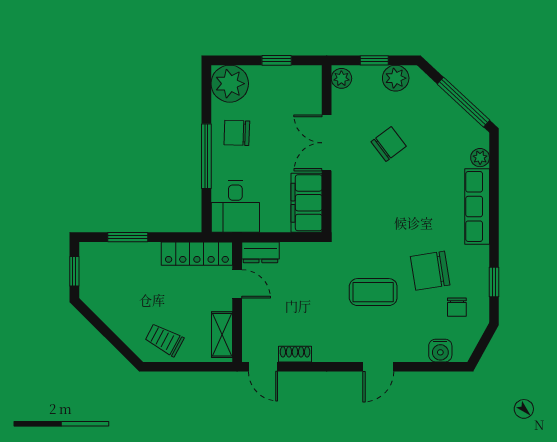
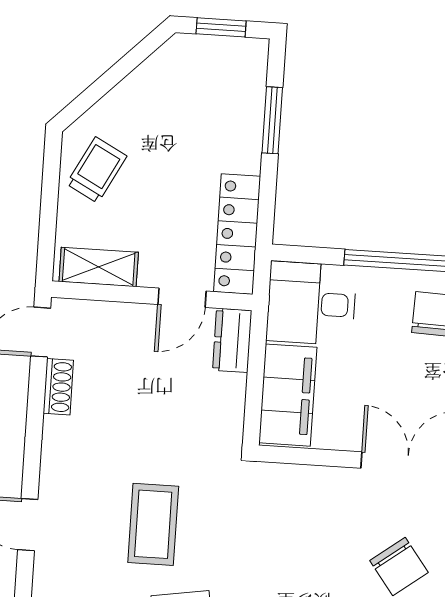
filing cabinet: (307, 203) -> (288, 395), moved, turned 90

